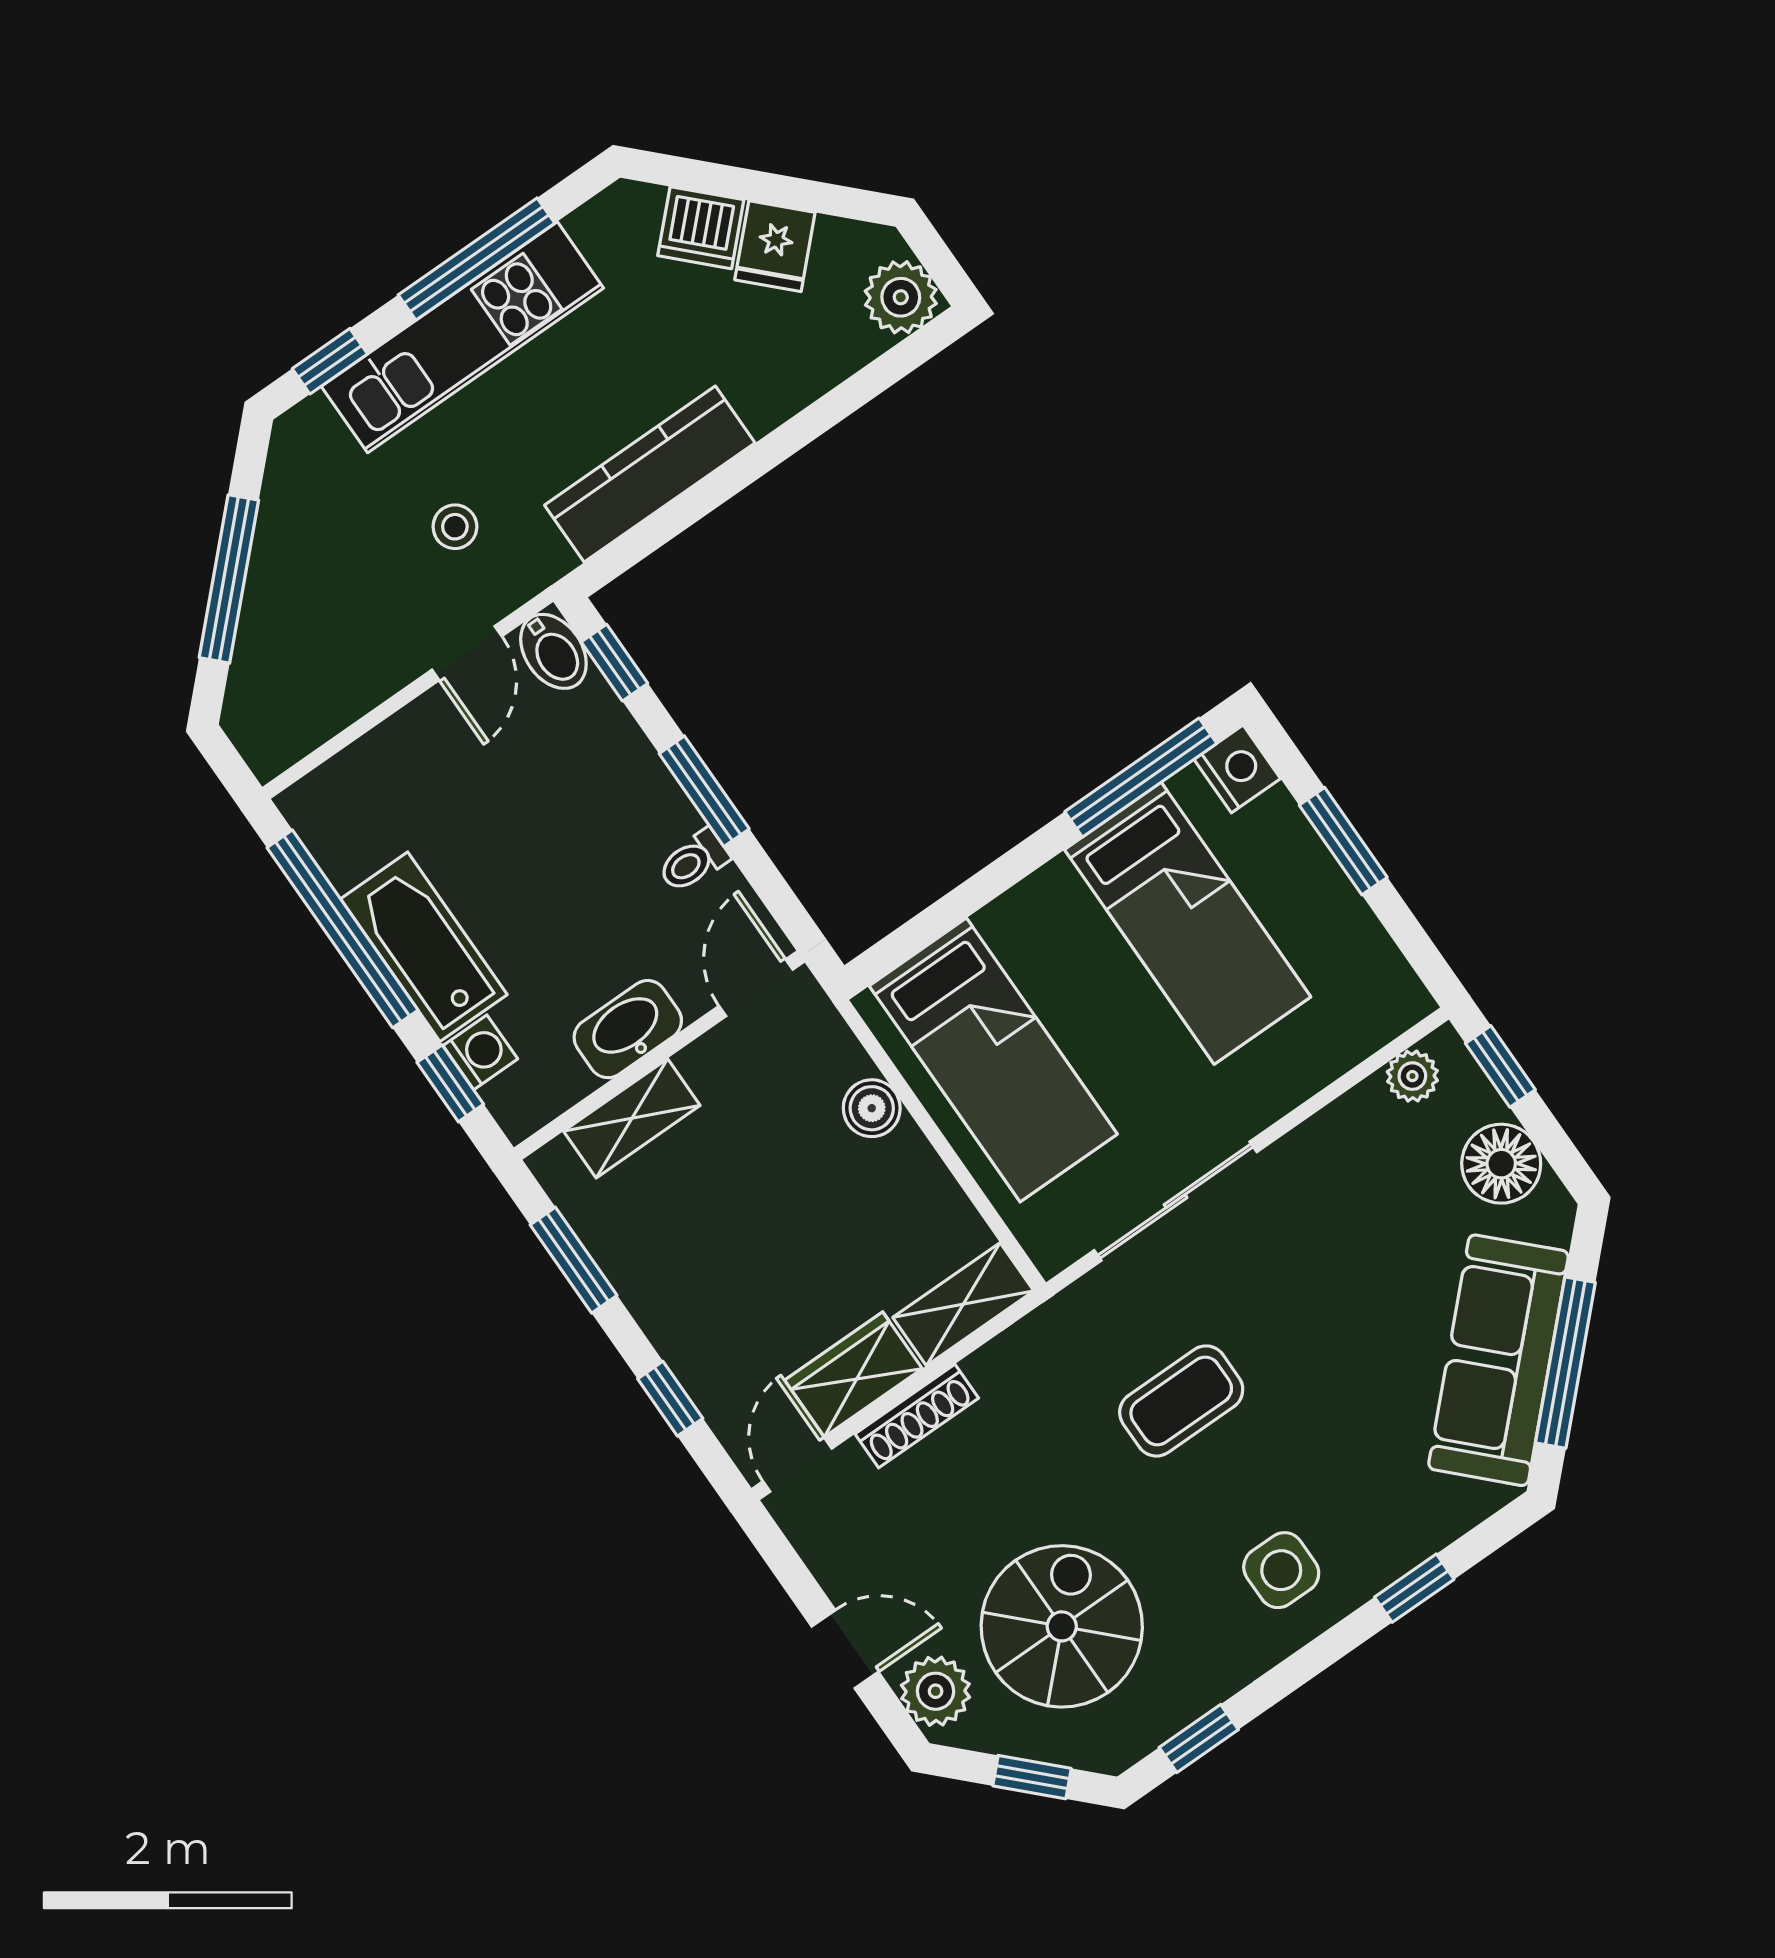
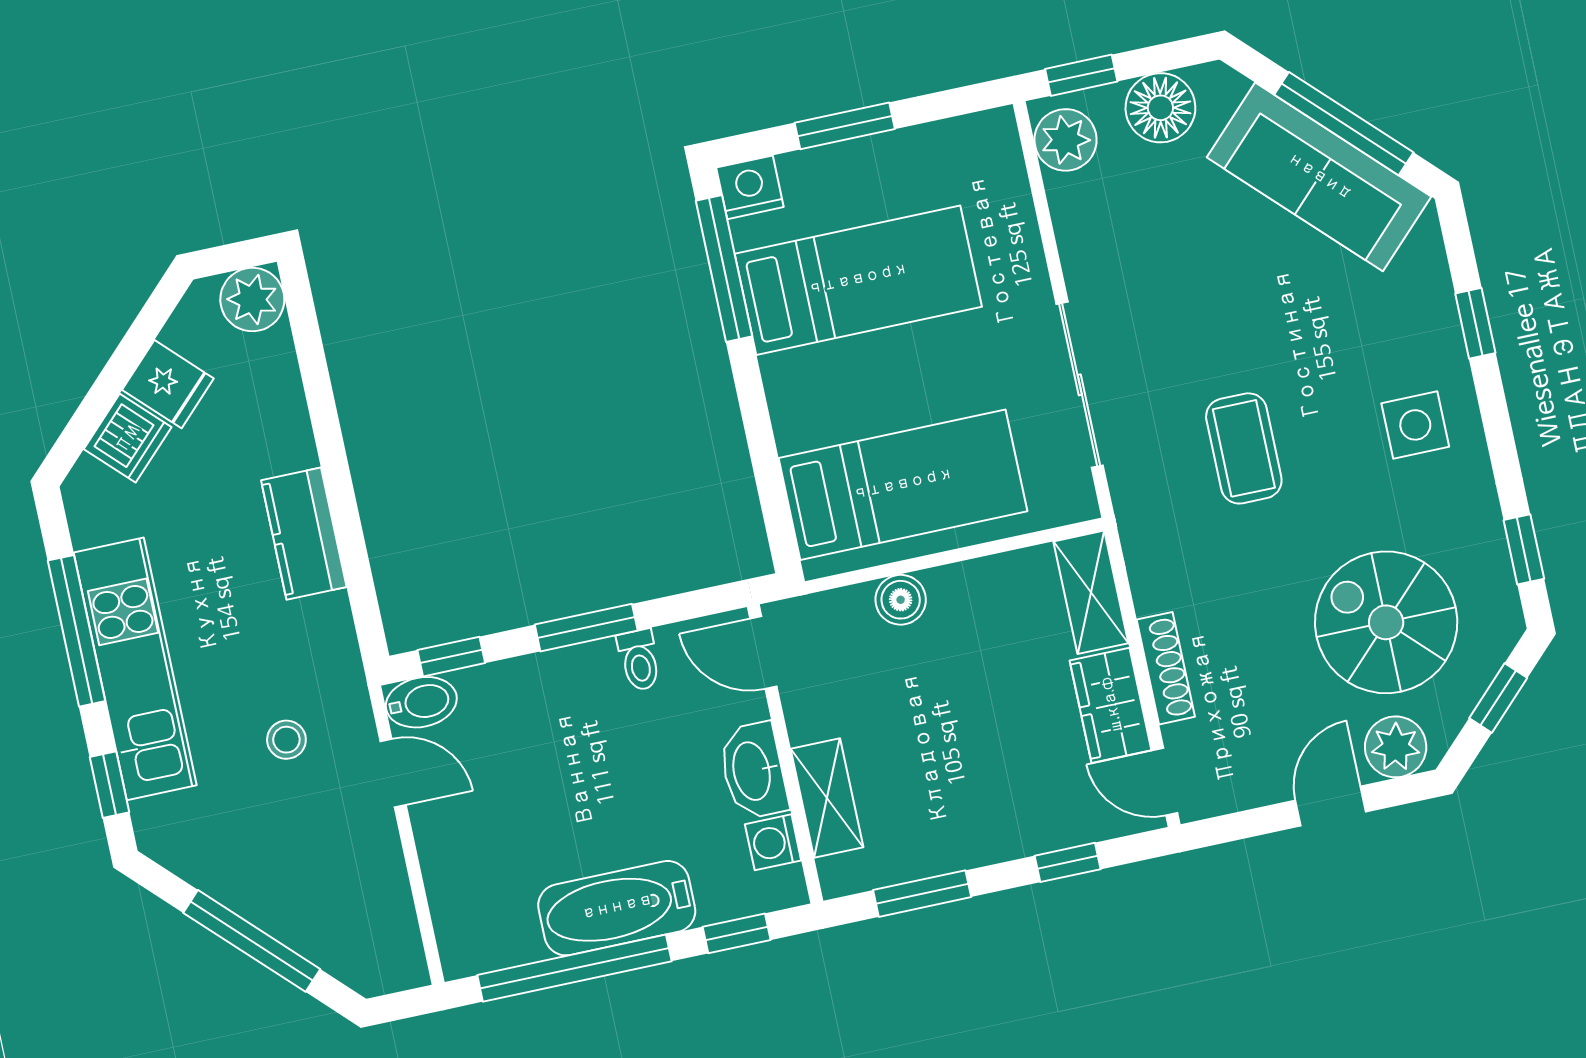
kitchen counter: (650, 474) -> (304, 534), width x0.67
washing machine: (480, 1052) -> (773, 842), moved, turned -90
plant: (1412, 1076) -> (1066, 140), width x1.38, depth x1.38

